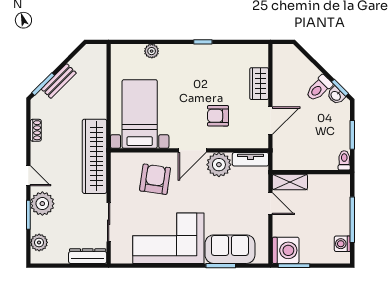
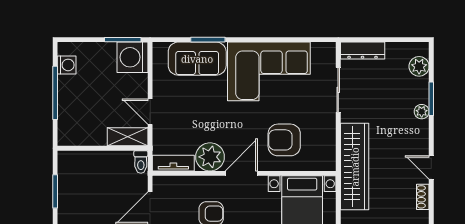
toilet: (344, 160) -> (141, 162), moved
door: (28, 176) -> (431, 167), moved
armchair: (155, 179) -> (284, 140), turned 82
plant: (42, 204) -> (422, 112), width x0.53, depth x0.53

